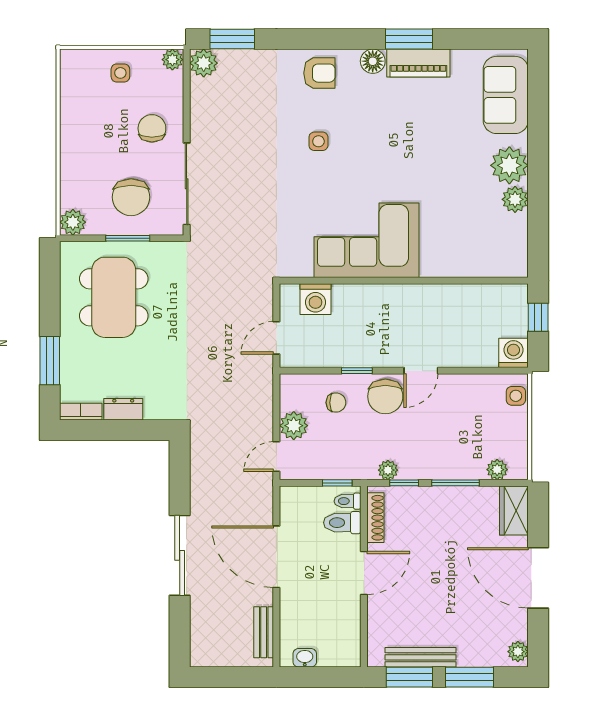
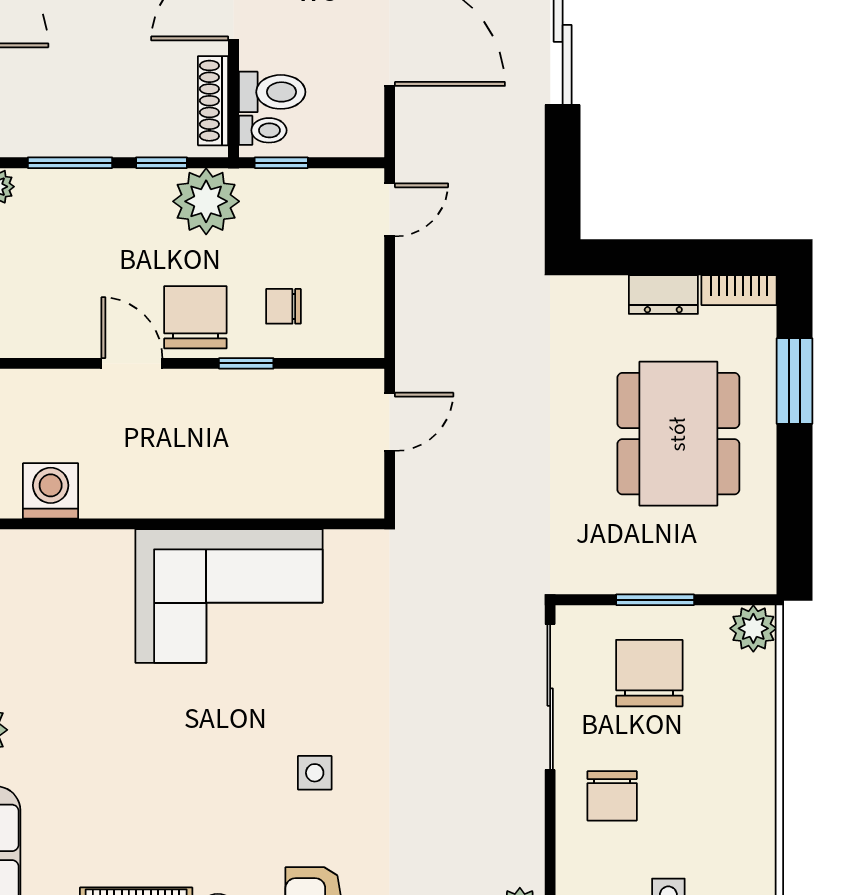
dining table: (114, 297) -> (678, 434), moved
washing machine: (315, 299) -> (51, 491), moved
door: (421, 371) -> (132, 363), hinge flipped
plant: (294, 426) -> (359, 265), removed
plant: (388, 470) -> (206, 201), width x1.87, depth x1.87

